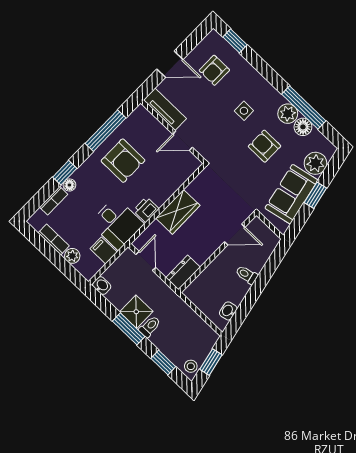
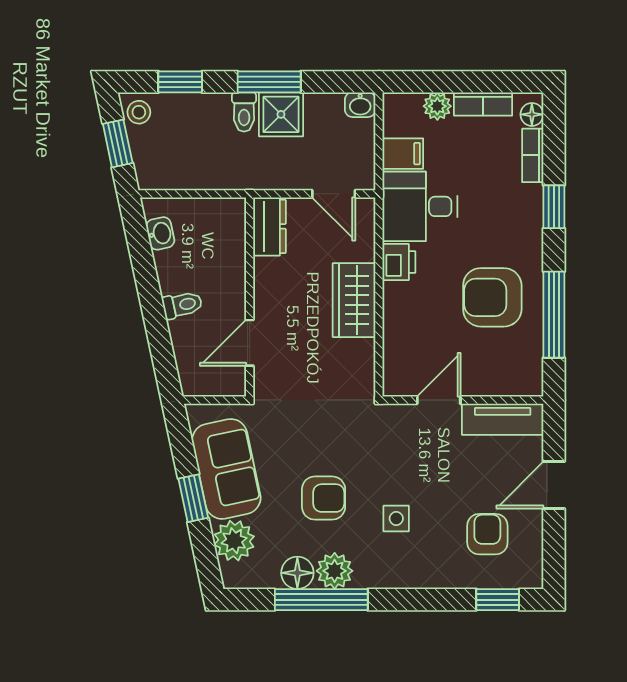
floor lamp: (69, 185) -> (532, 114), moved

